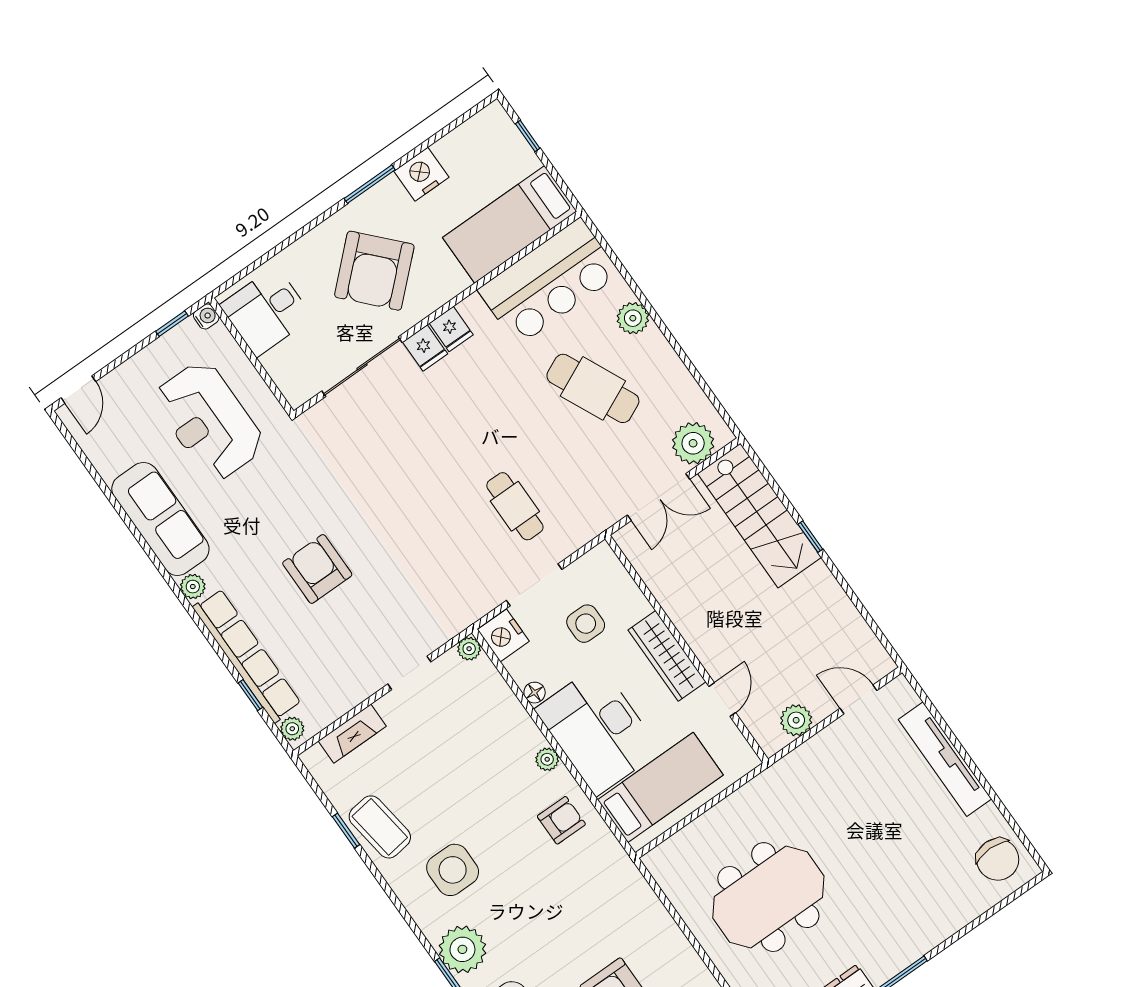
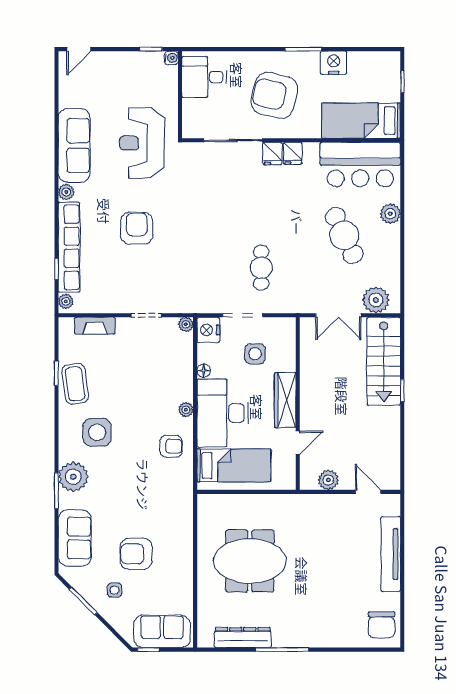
armchair: (374, 271) -> (274, 95), turned 57
reception desk: (209, 421) -> (142, 143), moved

